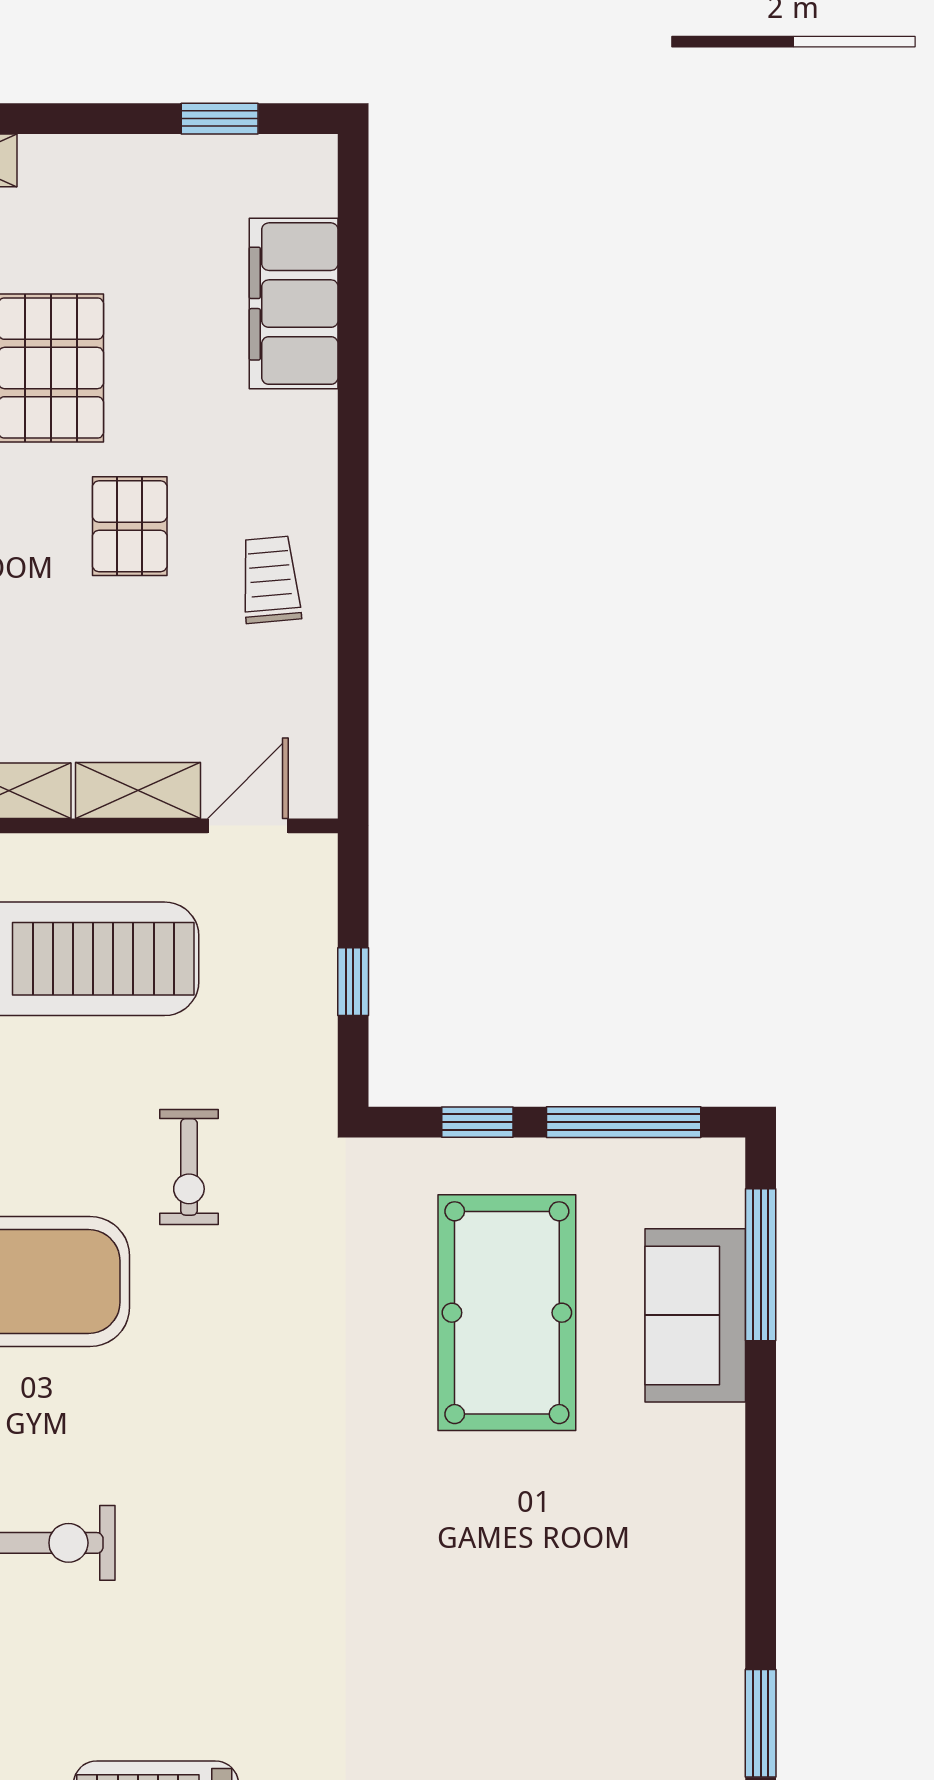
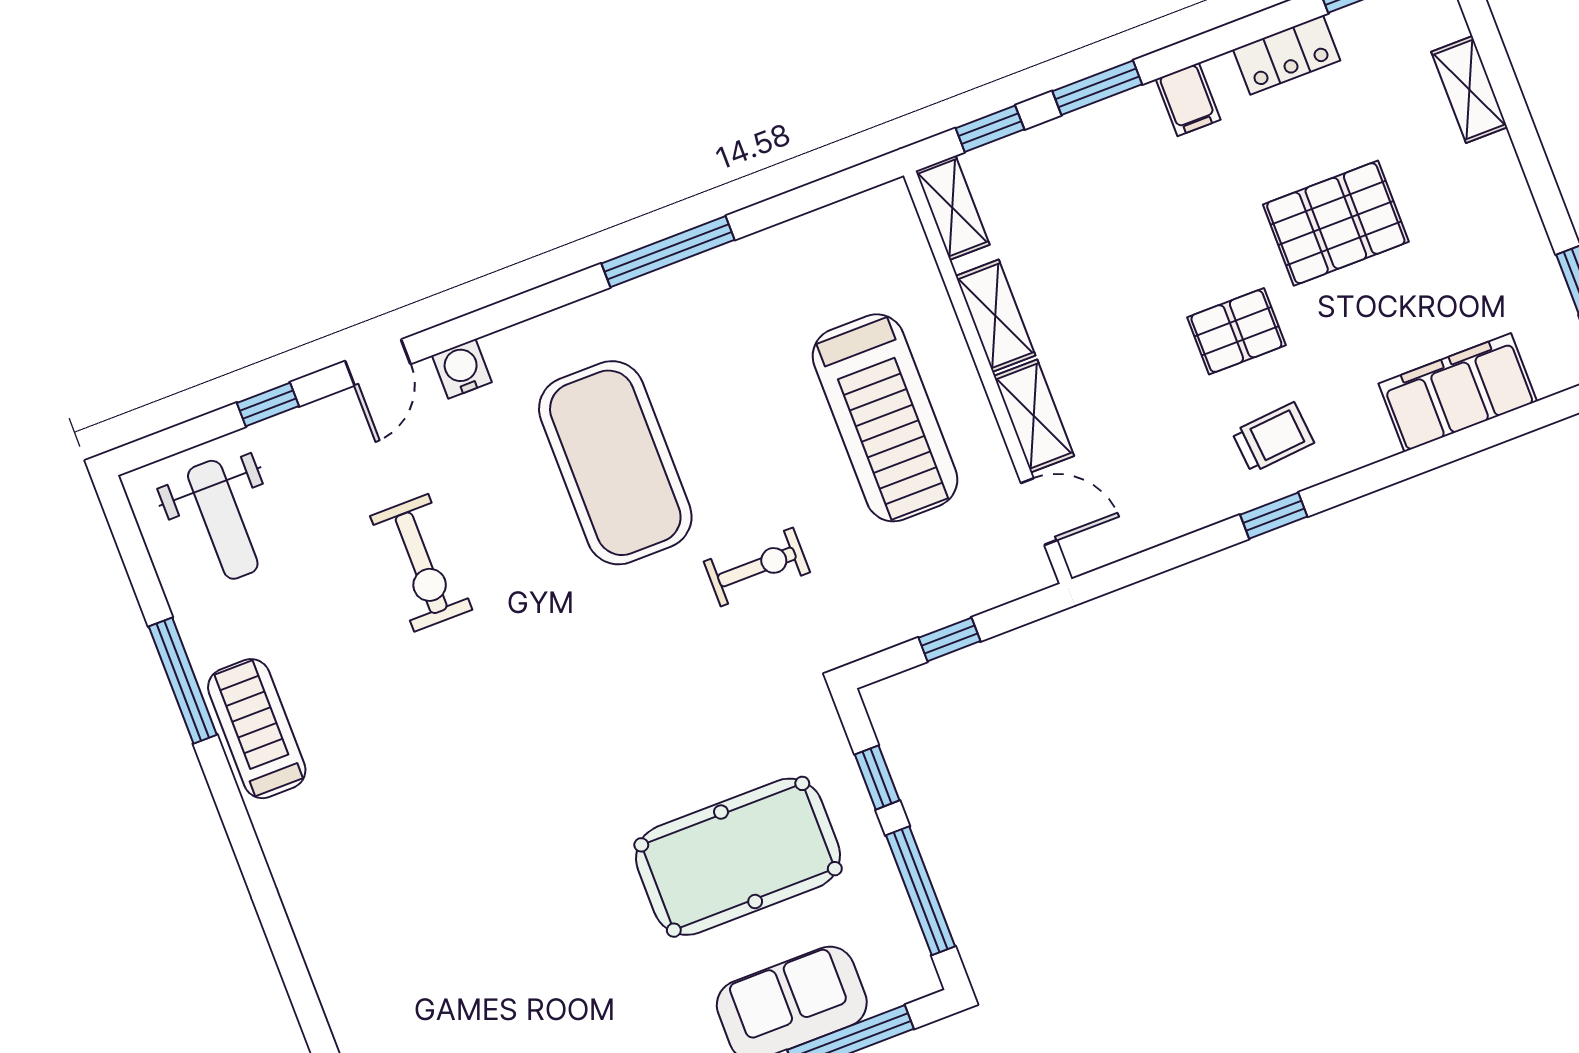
window: (353, 563) -> (1274, 516), added
trolley: (270, 580) -> (1273, 437), moved
exercise bike: (189, 1167) -> (757, 567), turned 180

